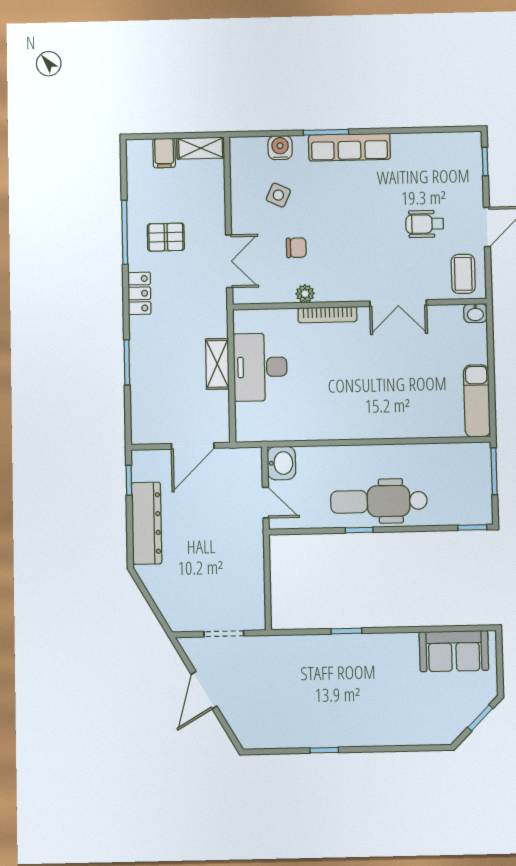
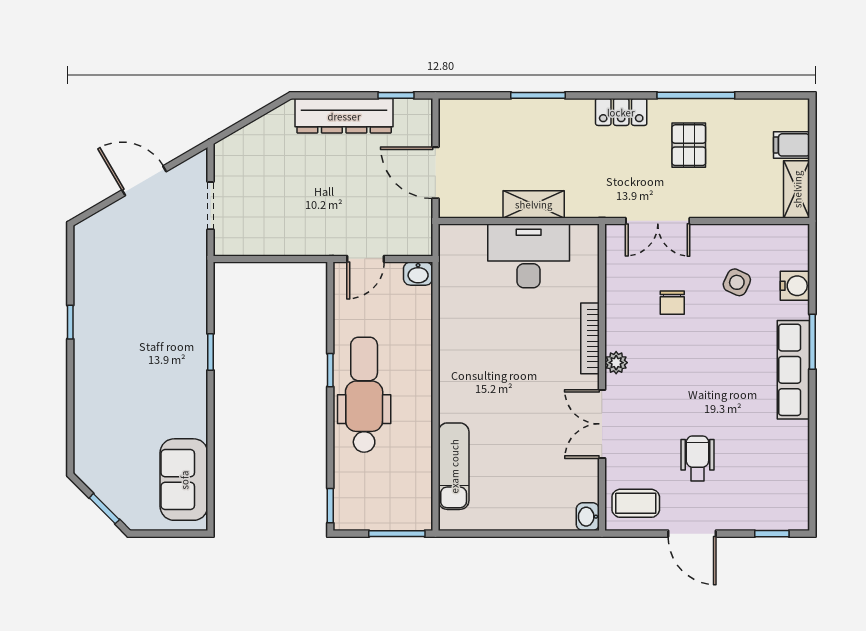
plant: (305, 294) -> (616, 363), moved
exam couch: (477, 401) -> (454, 466), moved, turned 90
washbasin: (281, 463) -> (418, 274), width x0.72, depth x0.69

